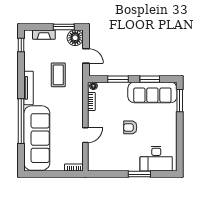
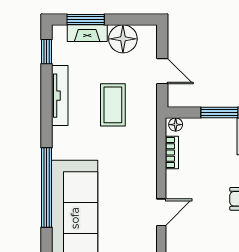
window: (64, 27) -> (86, 20), moved
floor lamp: (75, 38) -> (123, 39), moved
tv unit: (29, 88) -> (60, 96), moved

